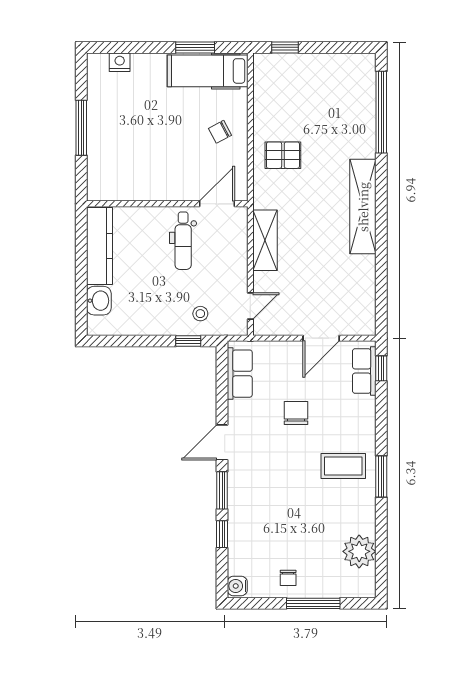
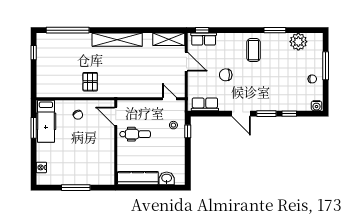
window: (285, 47) -> (34, 53), moved
shelving: (265, 240) -> (169, 39), moved
window: (381, 476) -> (275, 30), moved

